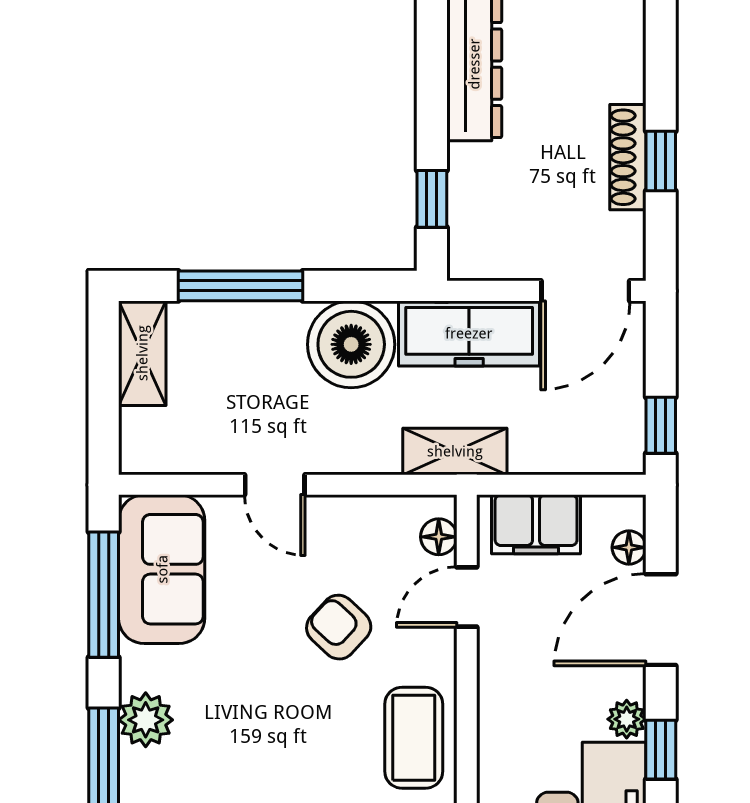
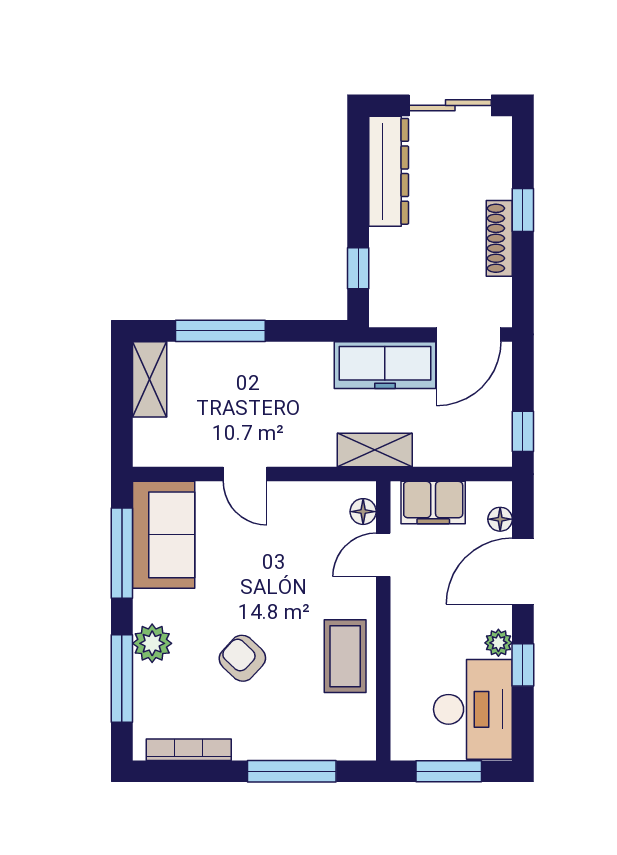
window: (661, 161) -> (523, 210), moved
boiler: (351, 344) -> (300, 373), removed
armchair: (339, 627) -> (242, 658), moved

